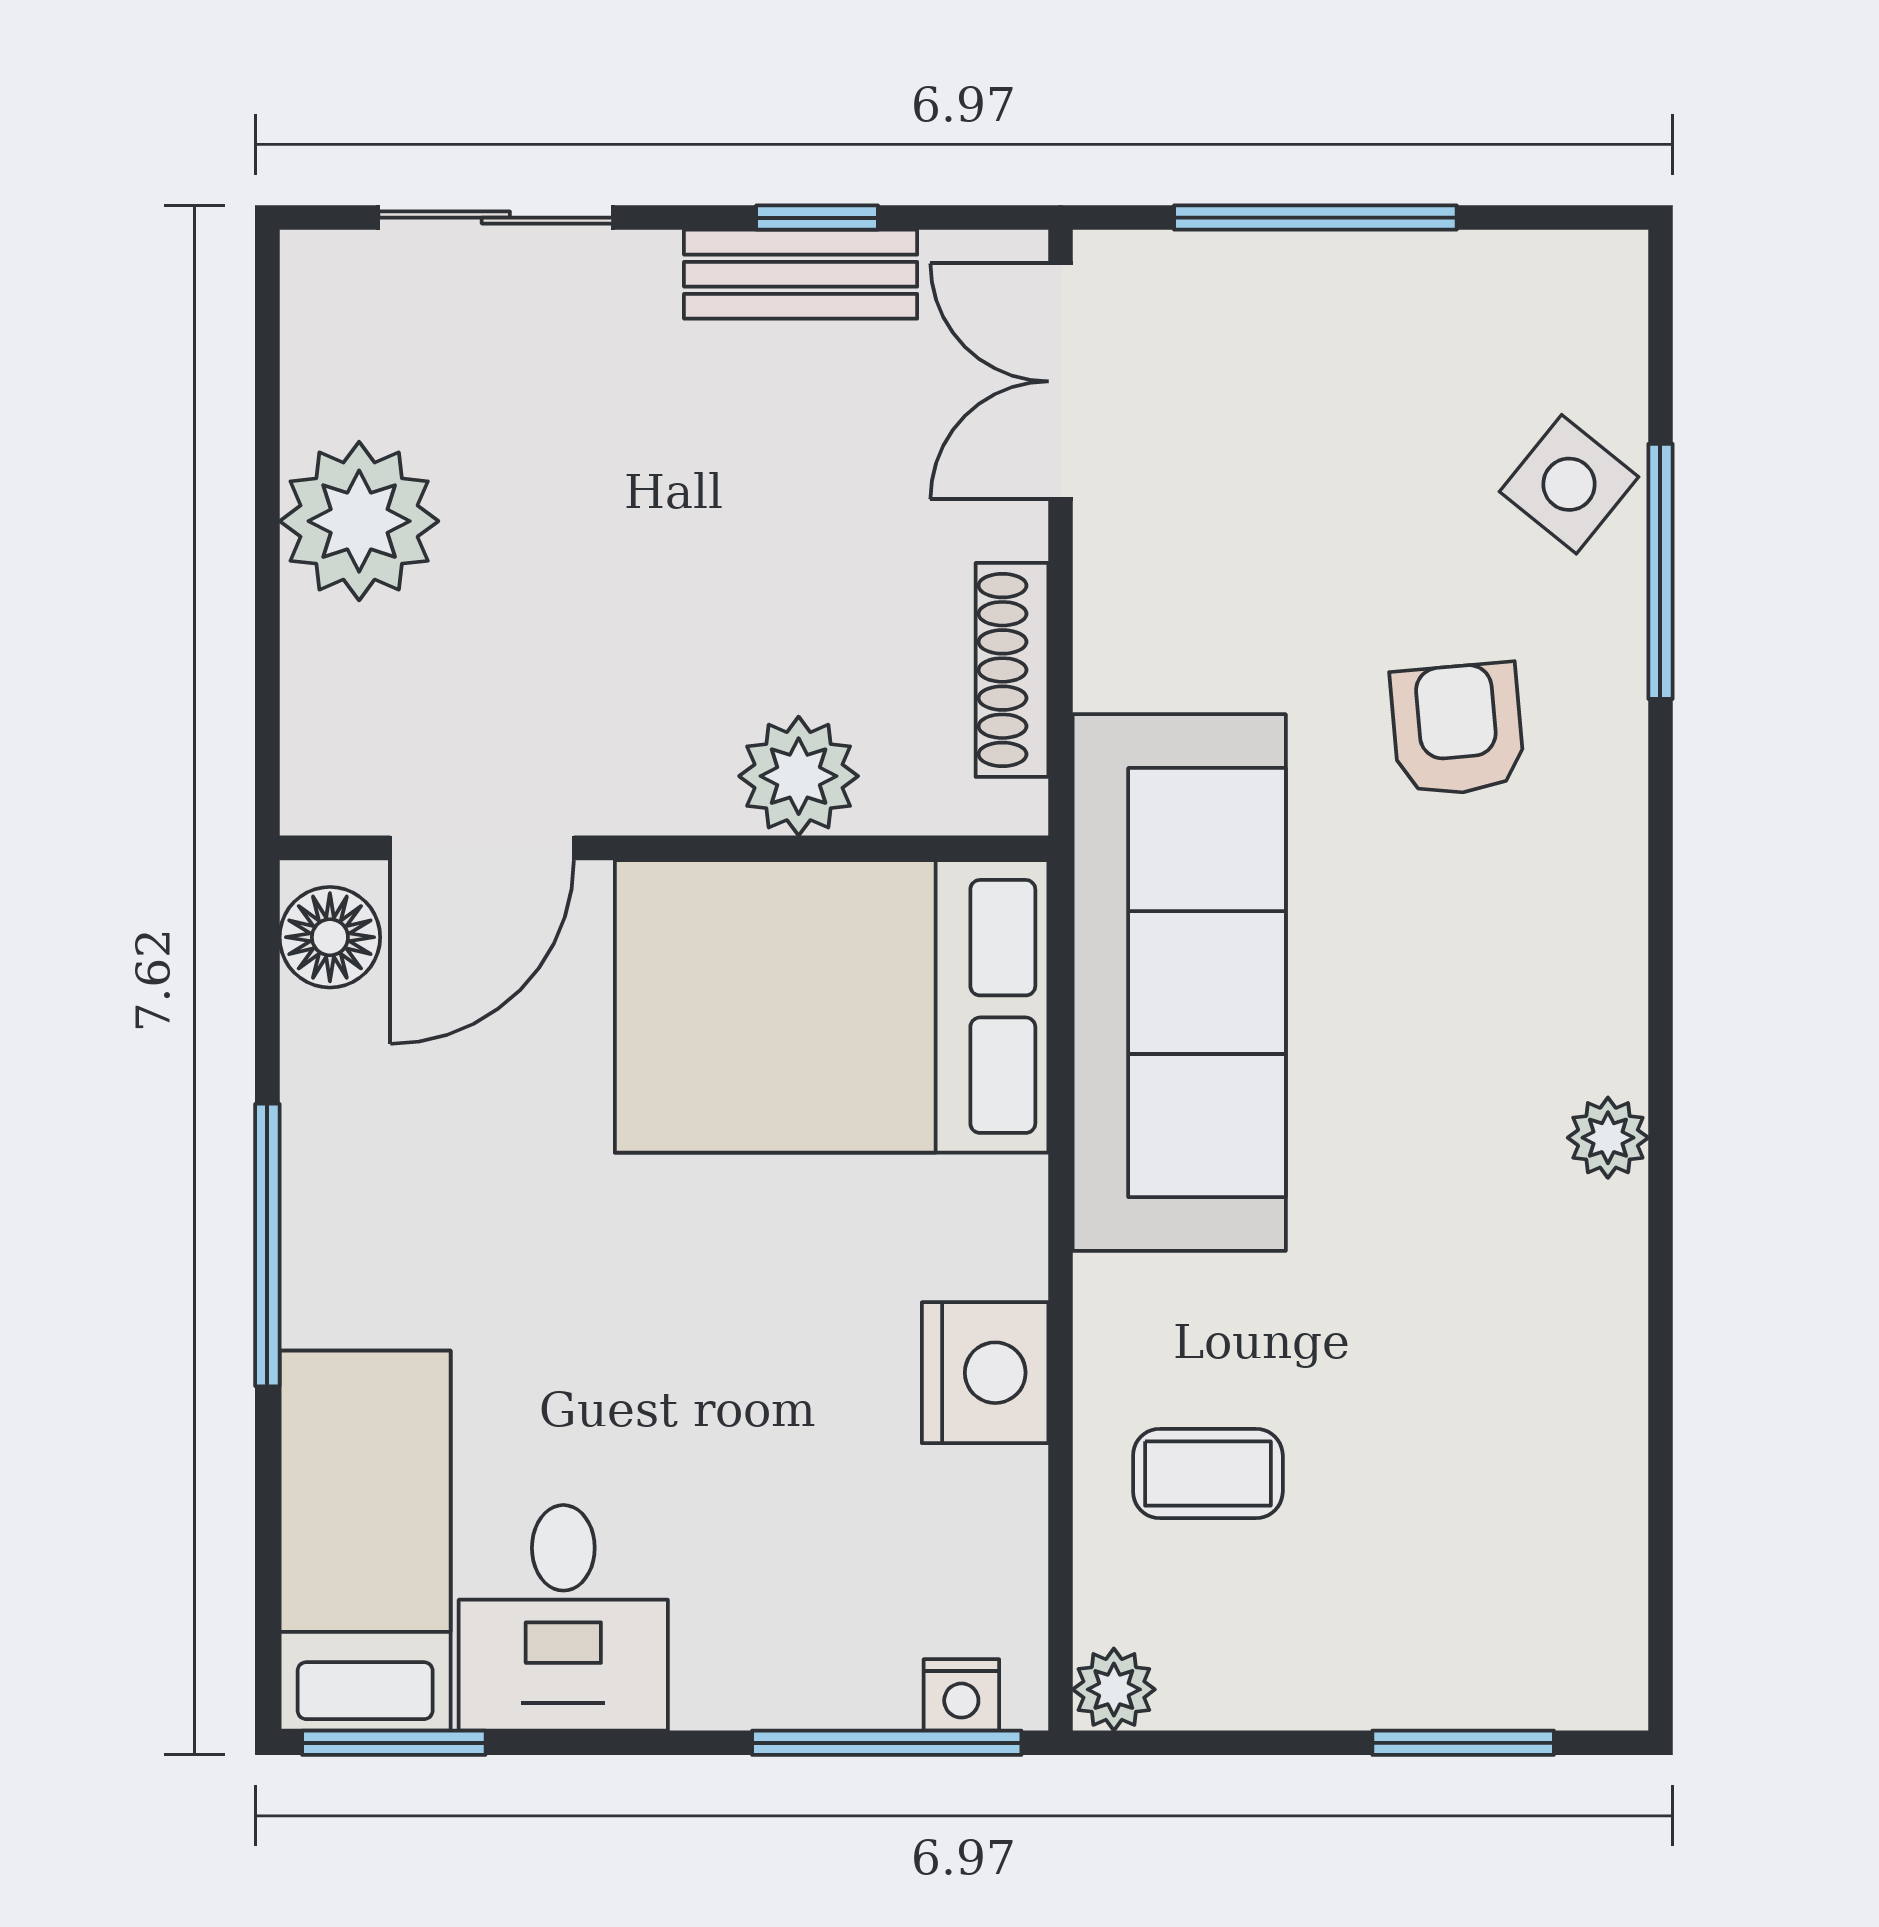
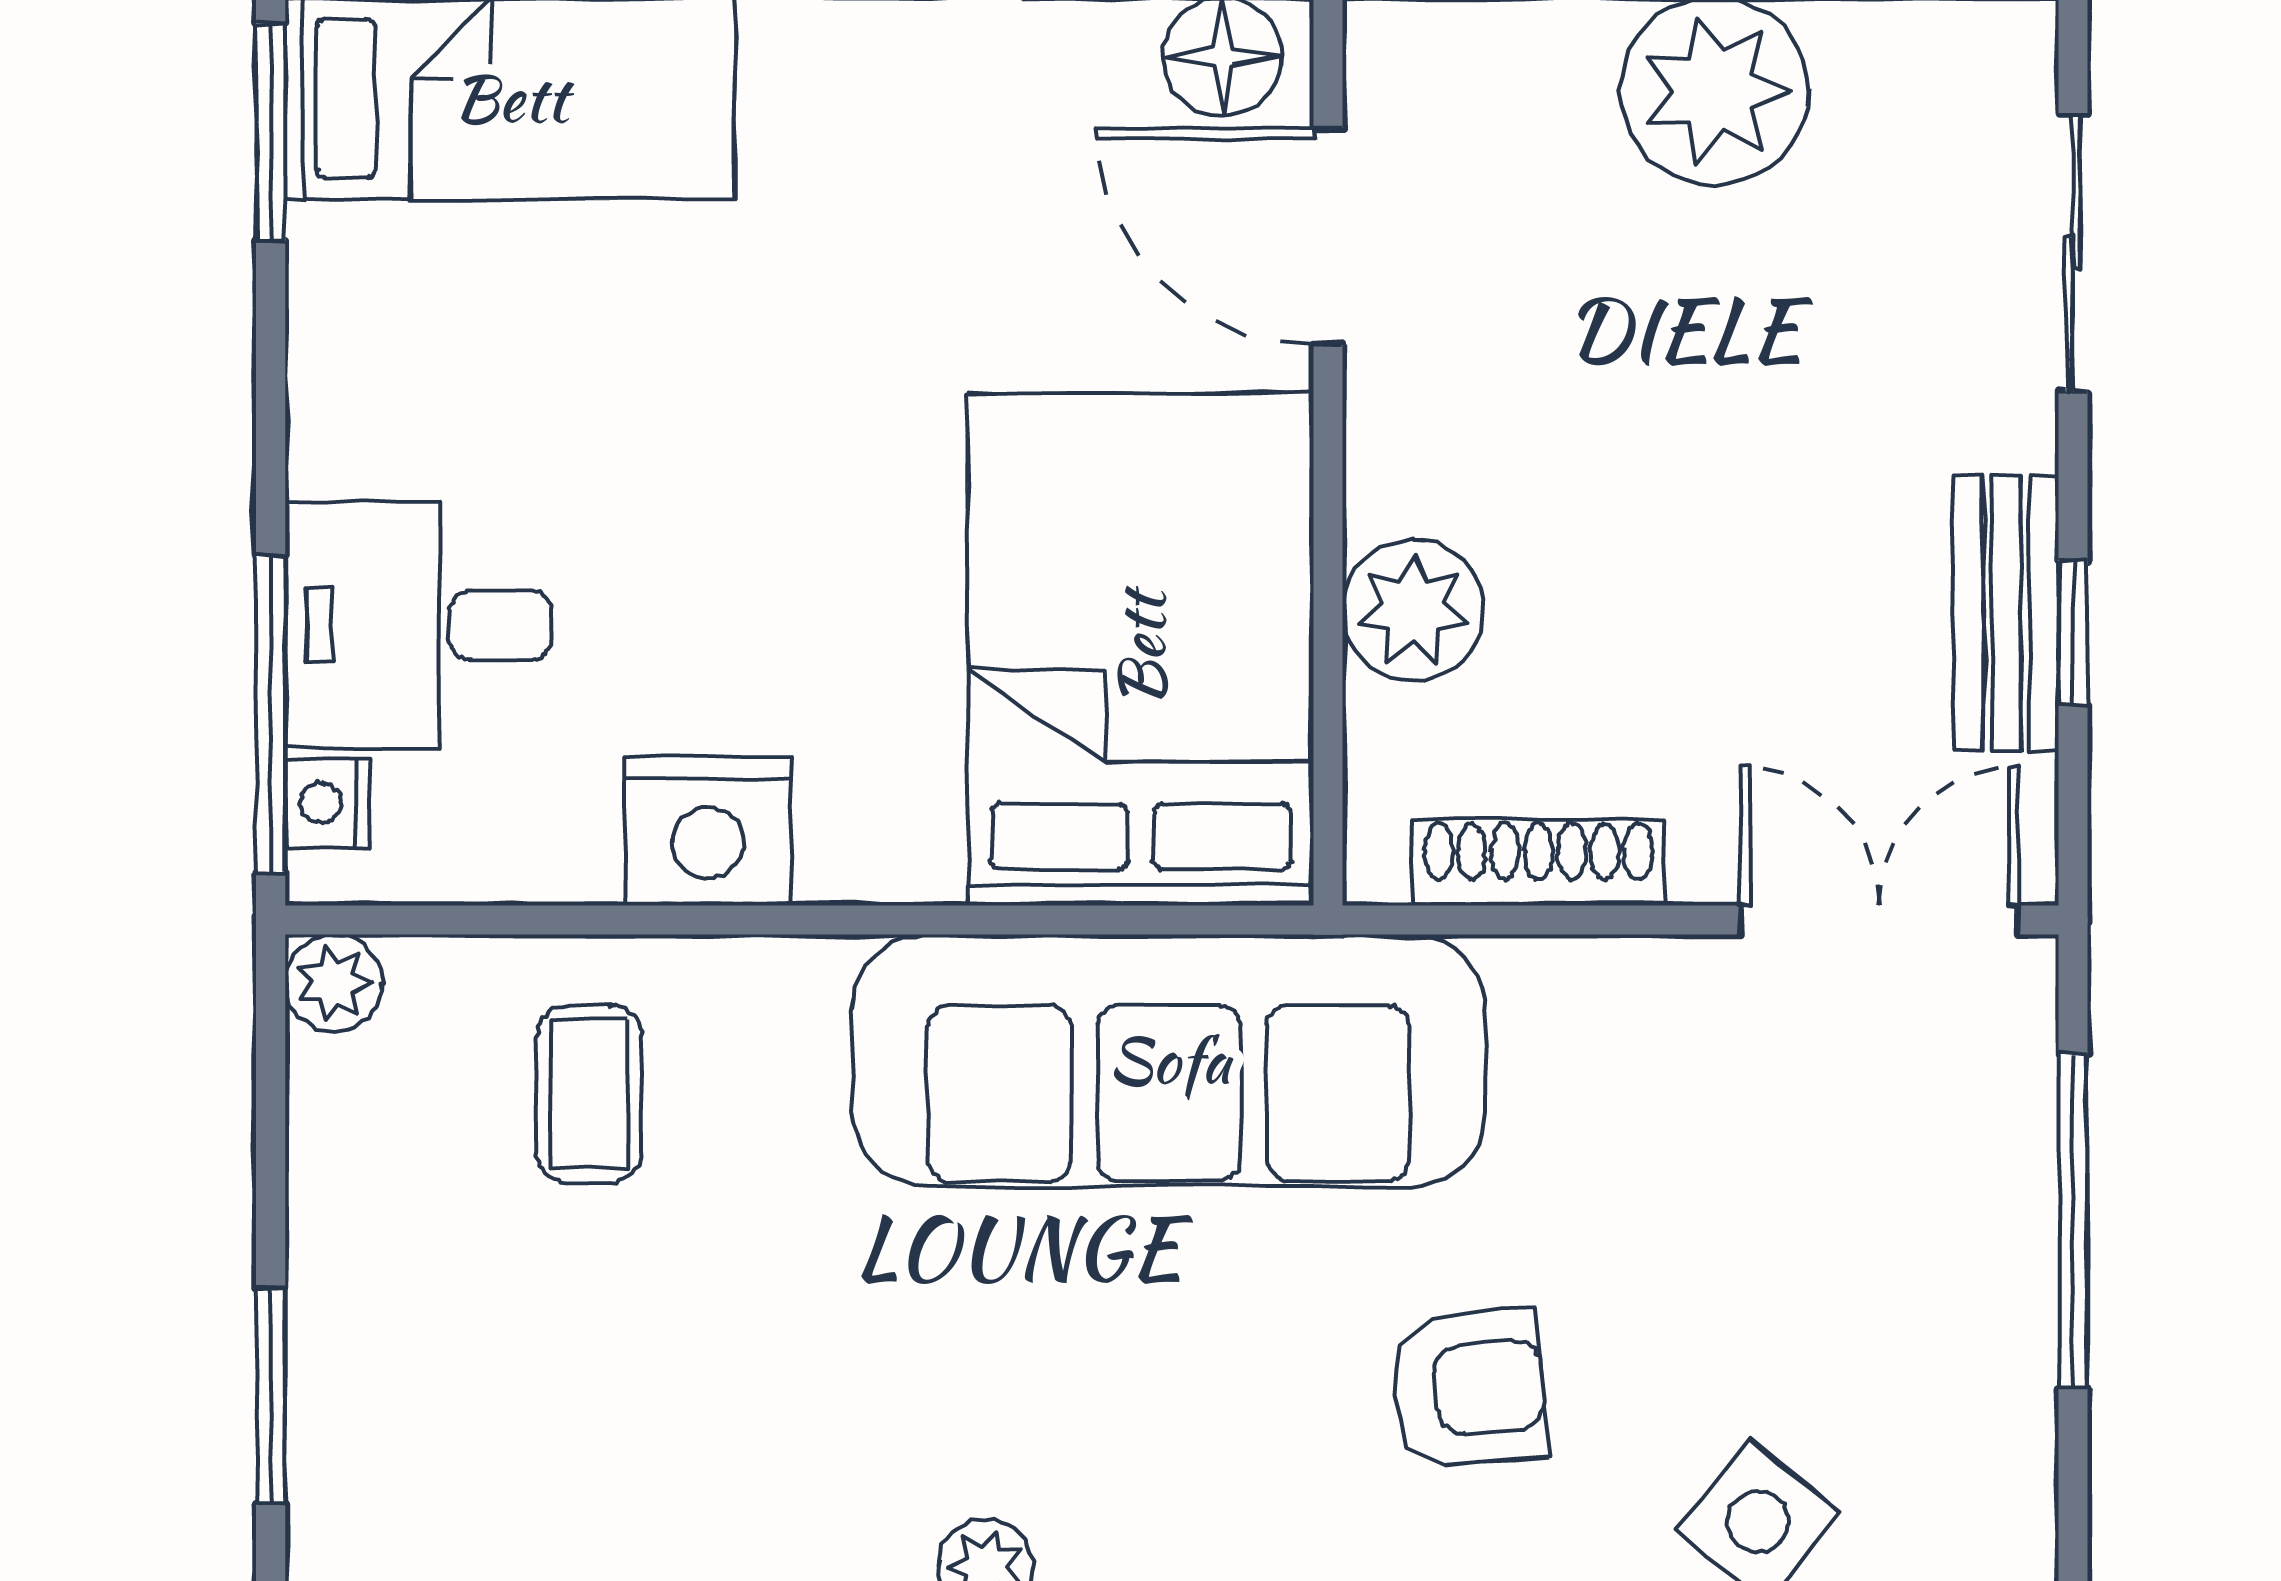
desk: (563, 1618) -> (418, 625), moved

